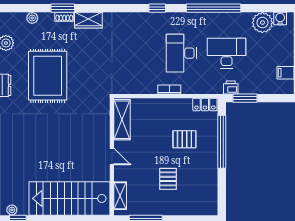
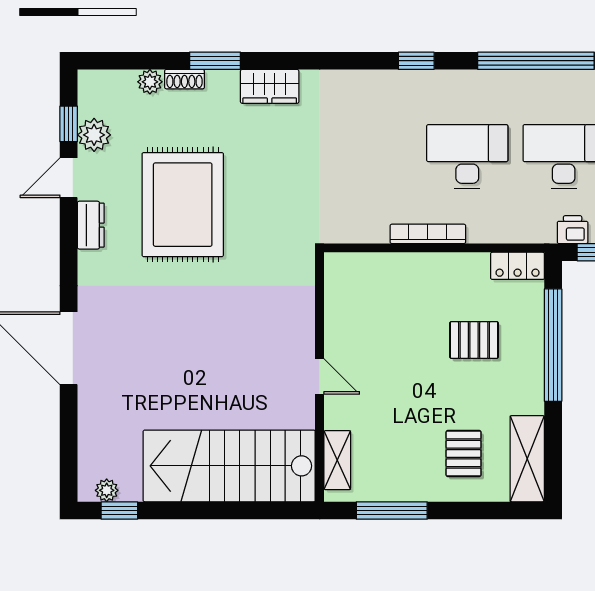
shoe rack: (64, 17) -> (184, 79), moved
desk: (181, 53) -> (467, 156), turned 90
bookcase: (169, 89) -> (428, 234), width x1.56
shelving: (122, 120) -> (527, 459), moved
pallet: (168, 179) -> (464, 454), moved

